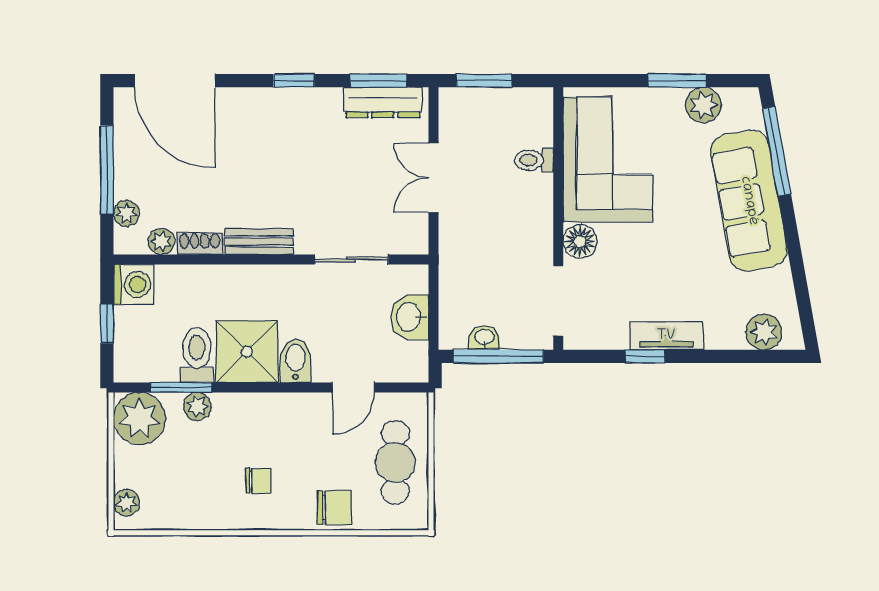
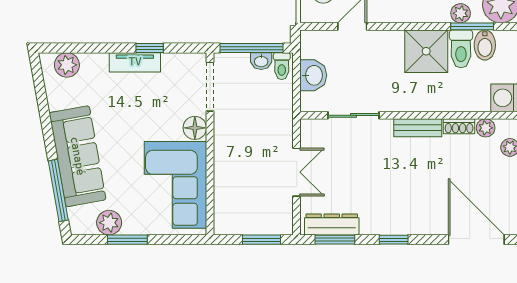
toilet: (534, 160) -> (282, 66), moved, turned 90
bidet: (296, 361) -> (485, 45), moved

